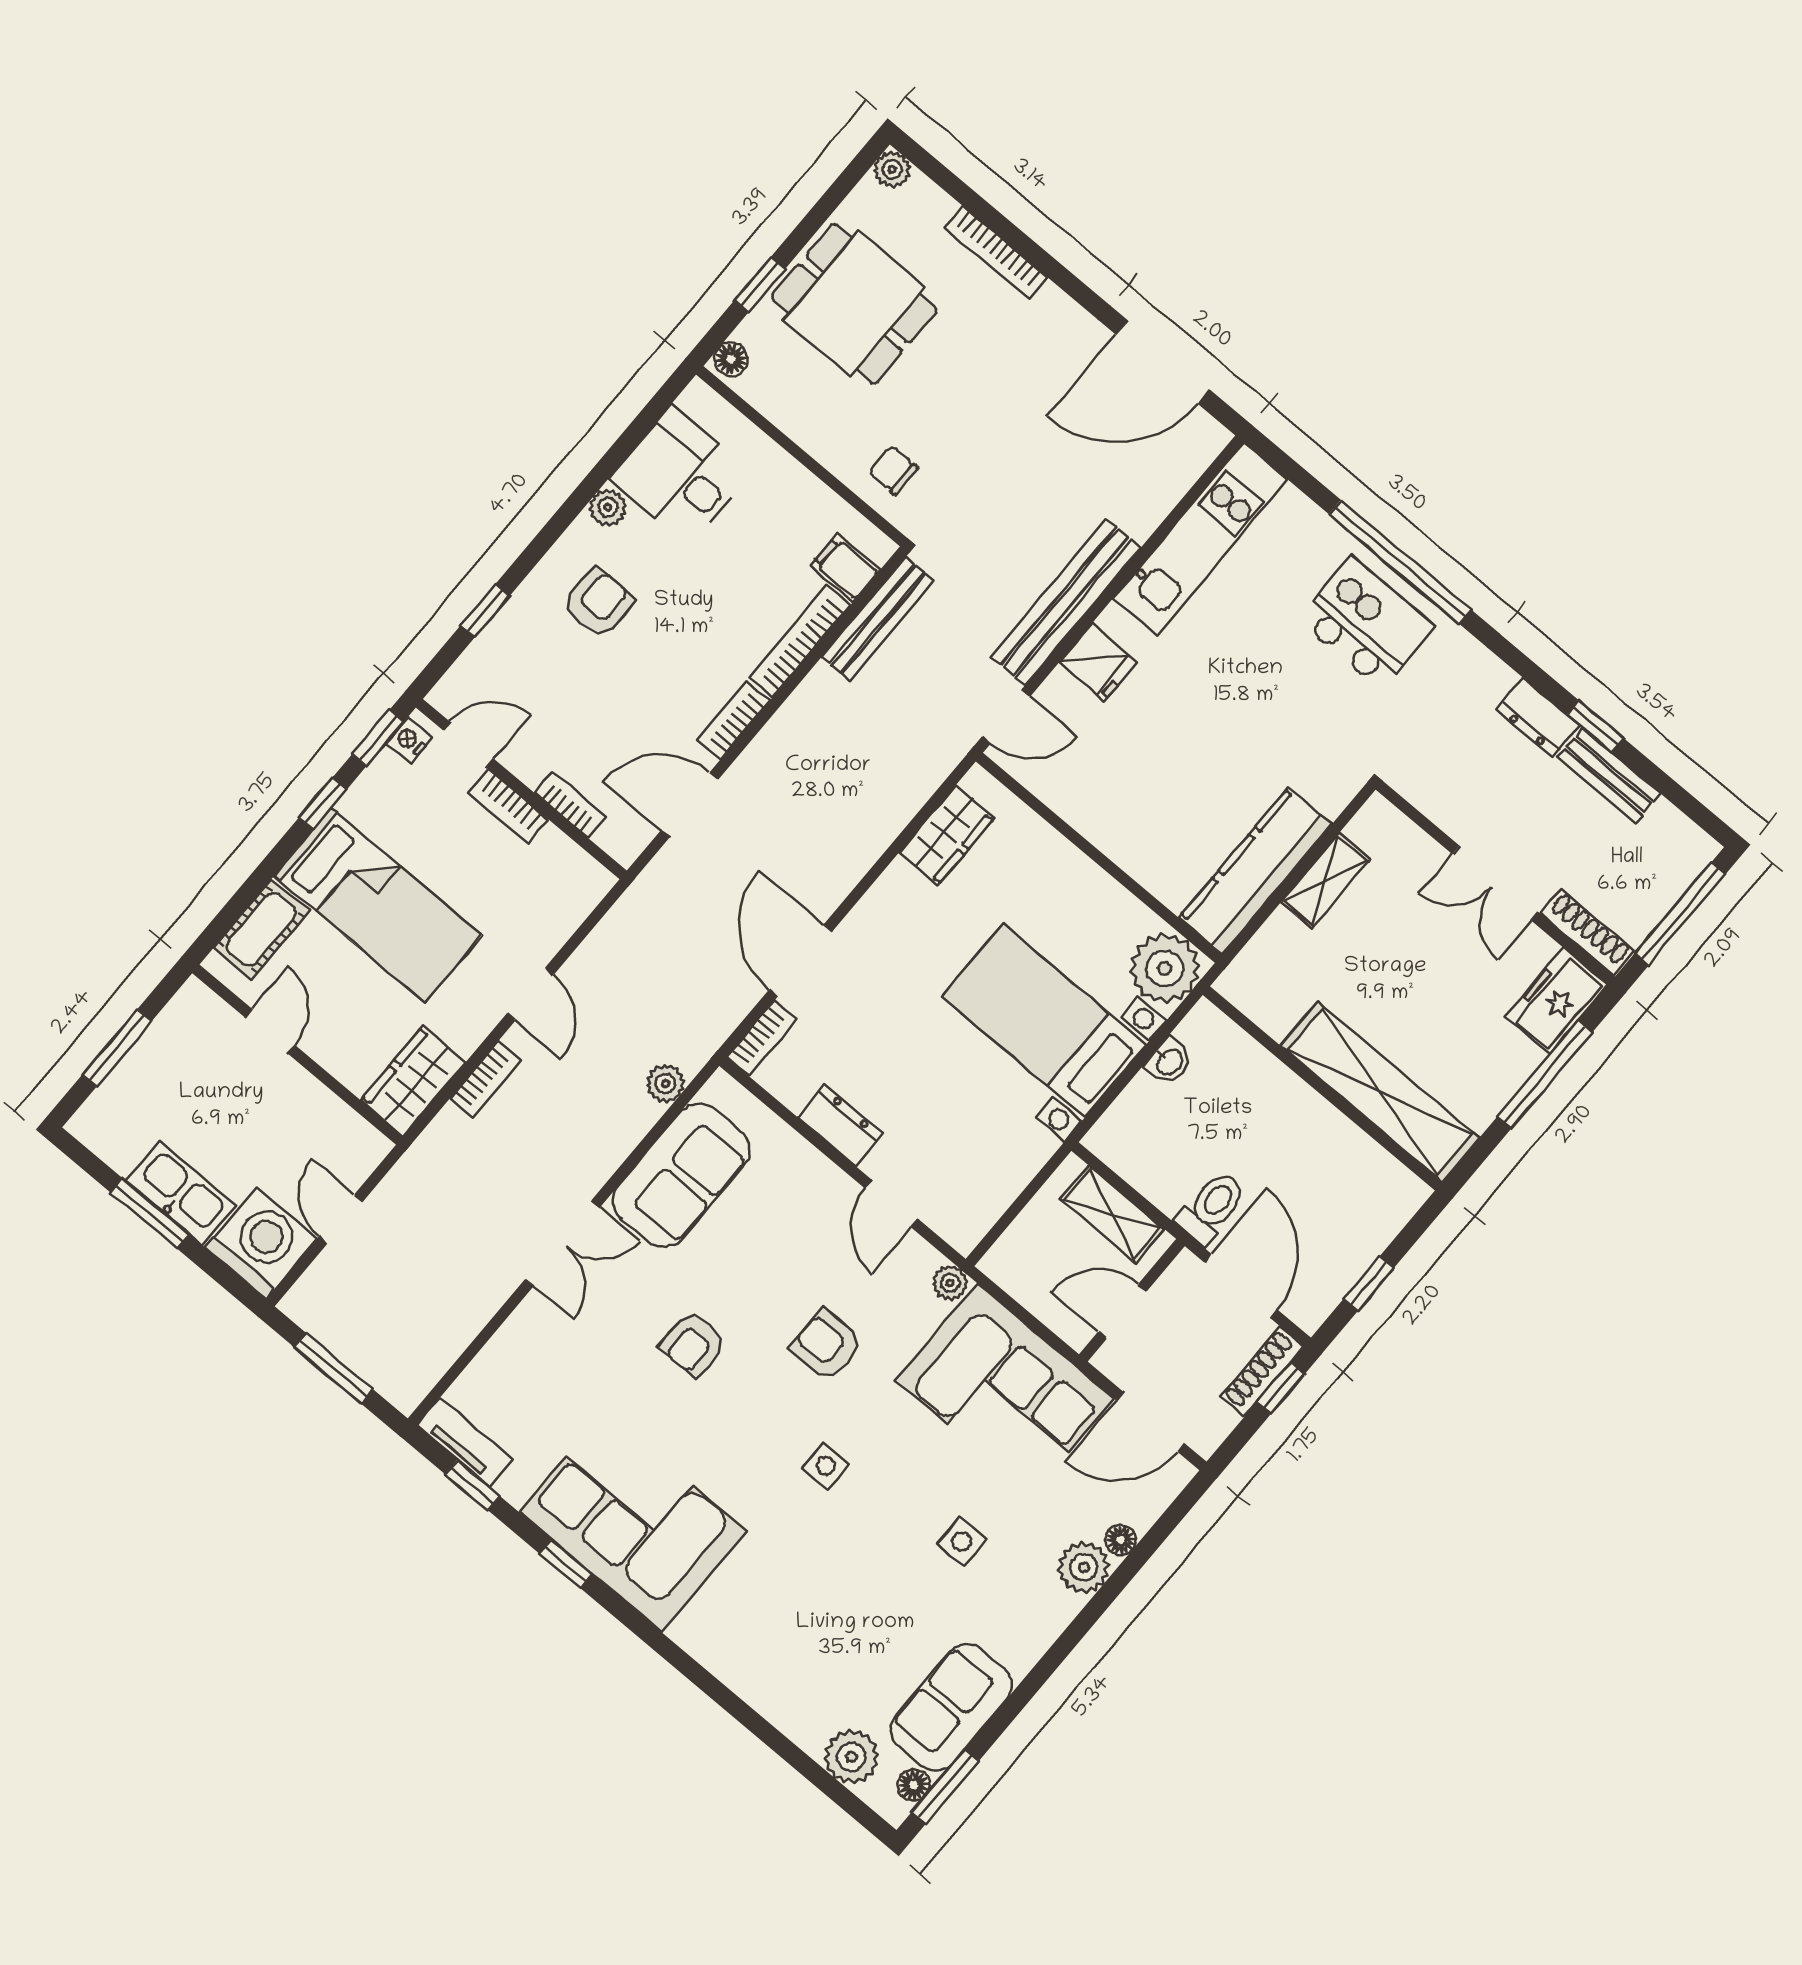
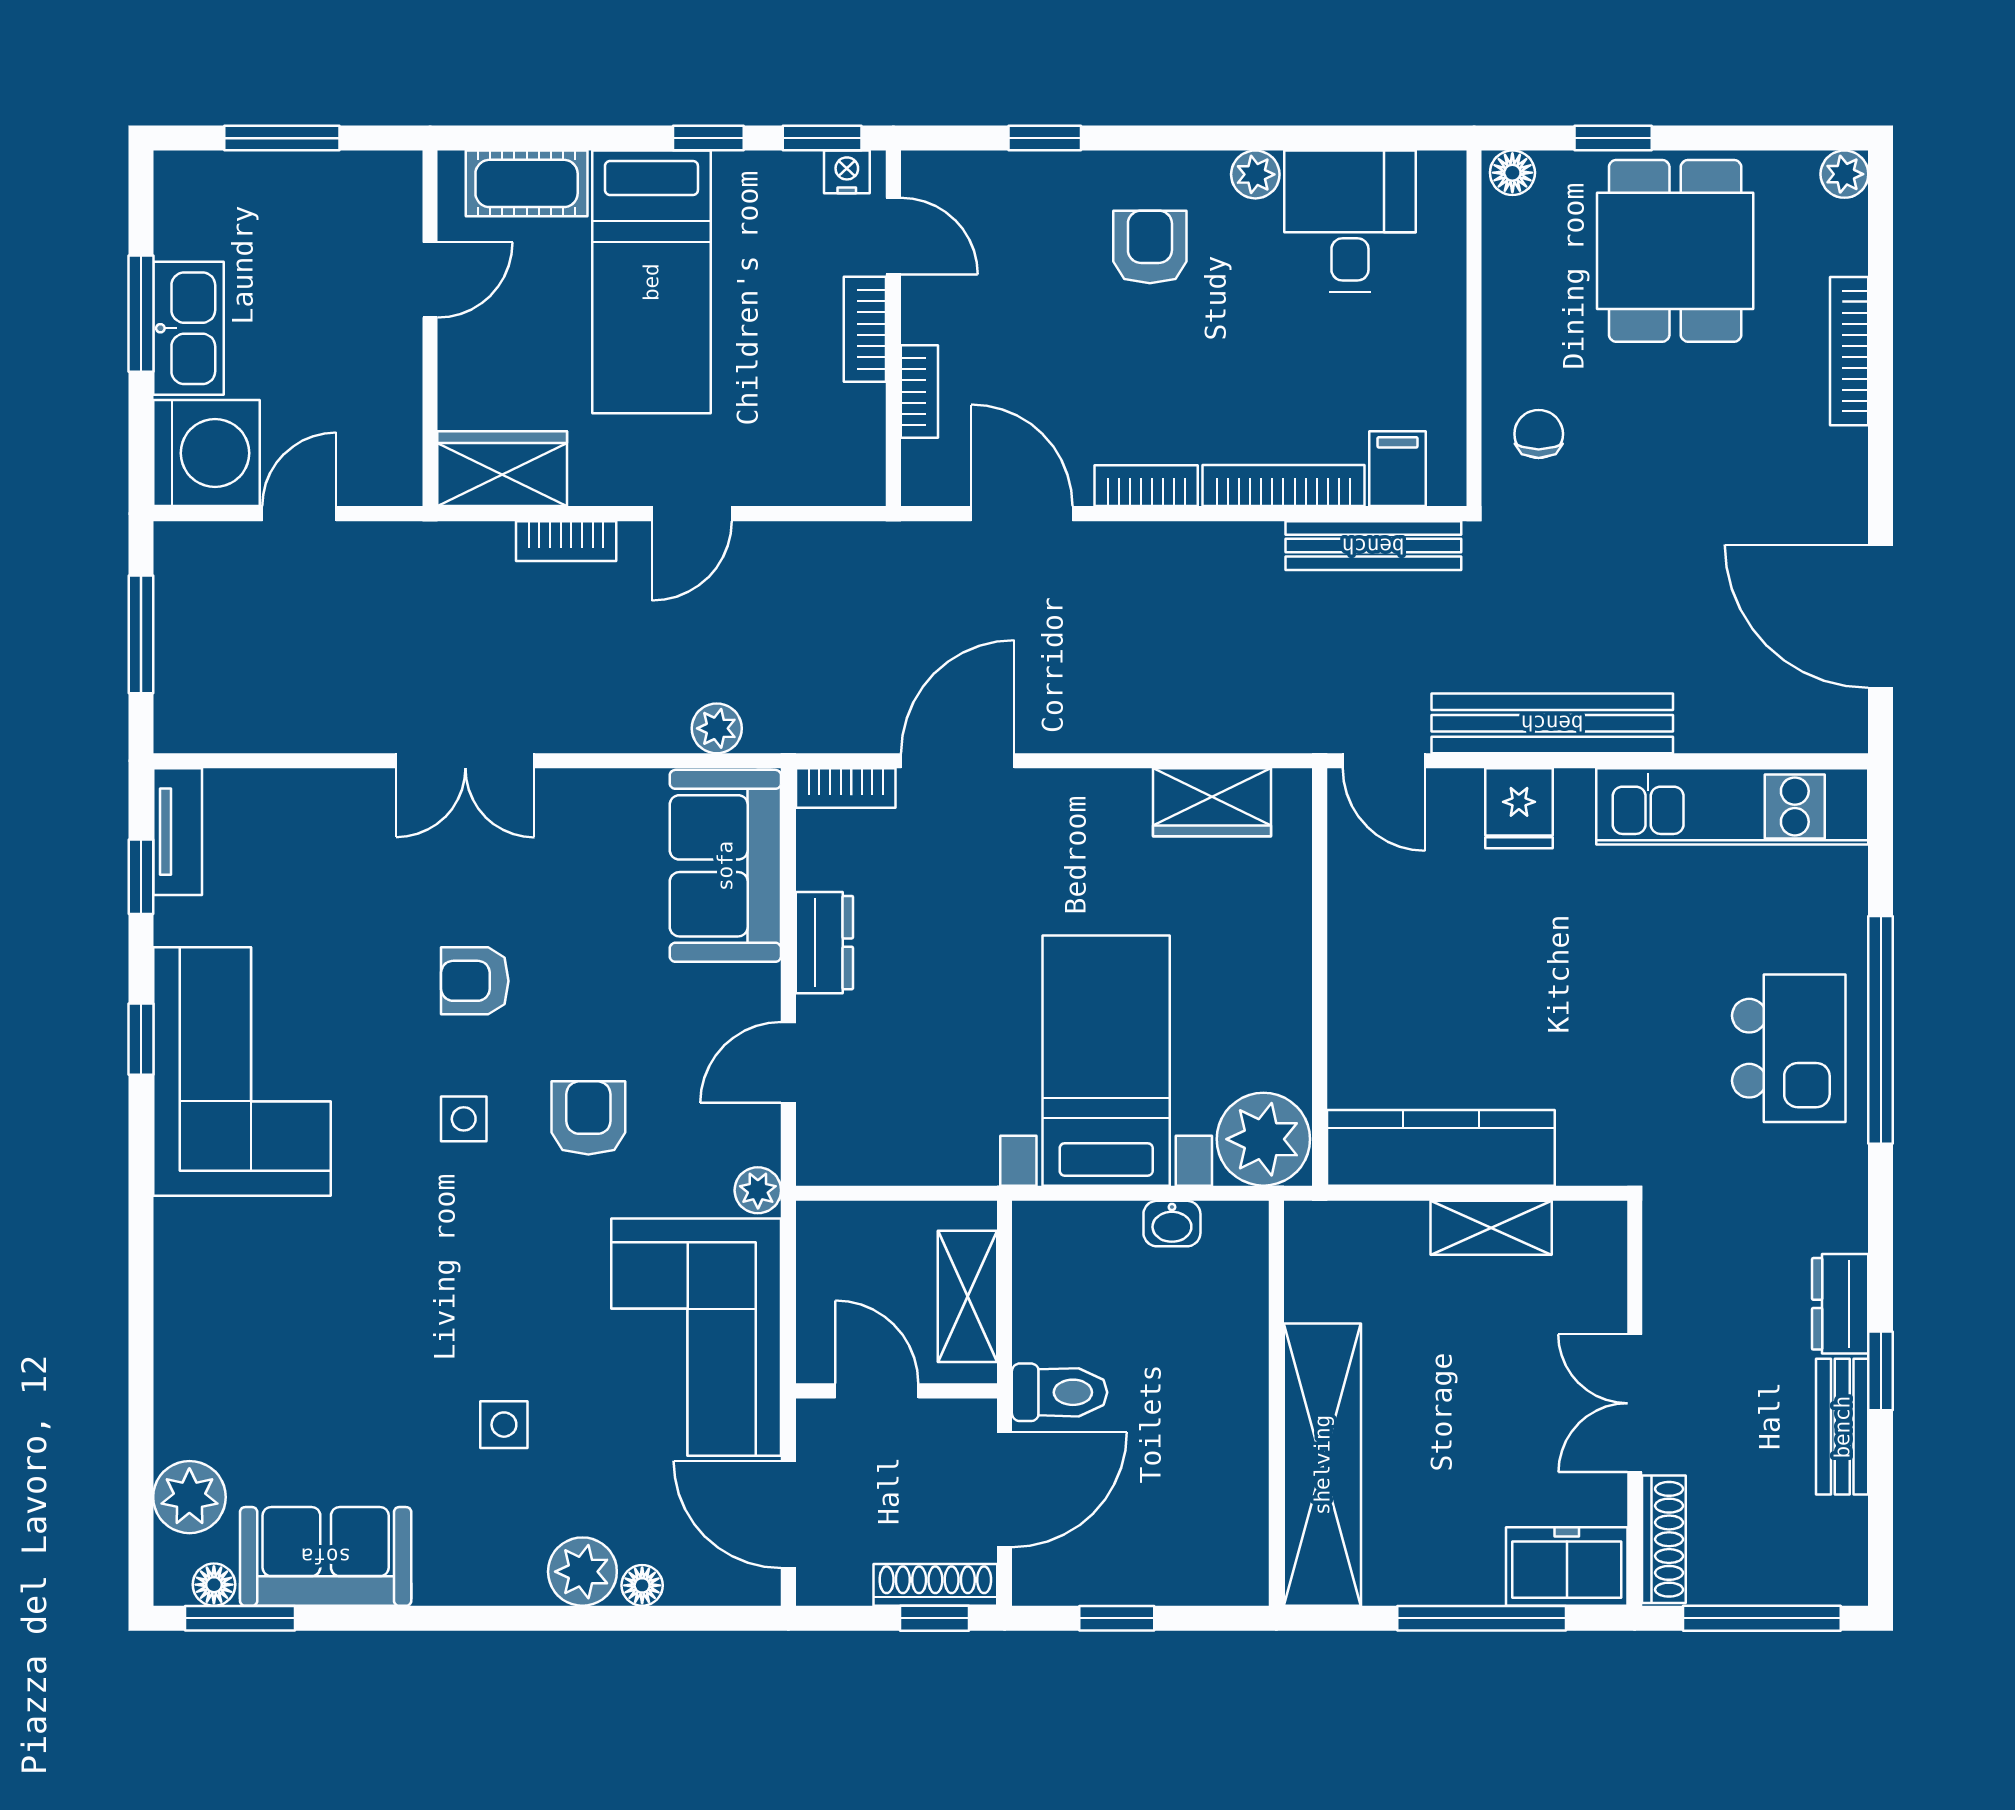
armchair: (599, 603) -> (1150, 247), turned -90
sofa: (681, 1176) -> (725, 866), moved, turned 90
side table: (826, 1466) -> (464, 1119), moved

